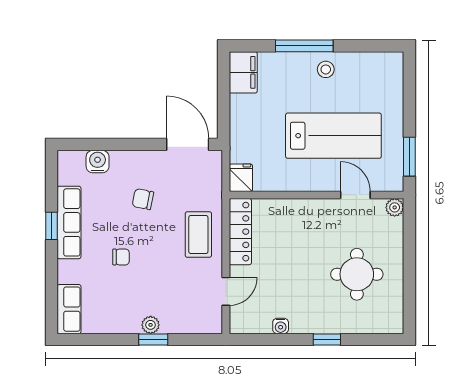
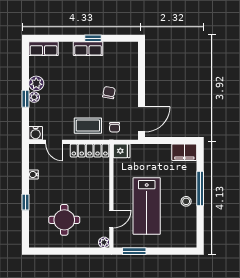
water cooler: (98, 162) -> (36, 133), moved, turned 90
row of seats: (69, 222) -> (88, 49), width x0.68
chair: (121, 257) -> (115, 127), moved
plant: (127, 321) -> (36, 83), added

